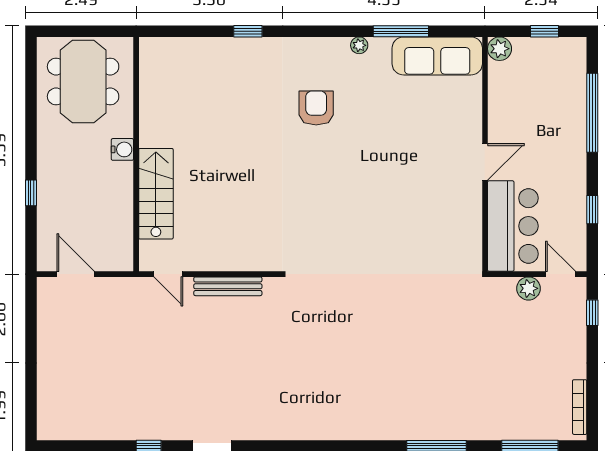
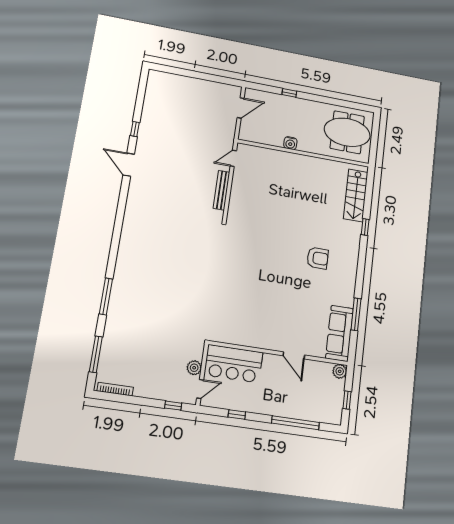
plant: (359, 45) -> (351, 289), removed
water cooler: (122, 149) -> (290, 143), moved
door: (485, 162) -> (294, 355), moved
stairs: (156, 194) -> (356, 195), moved, turned 90

